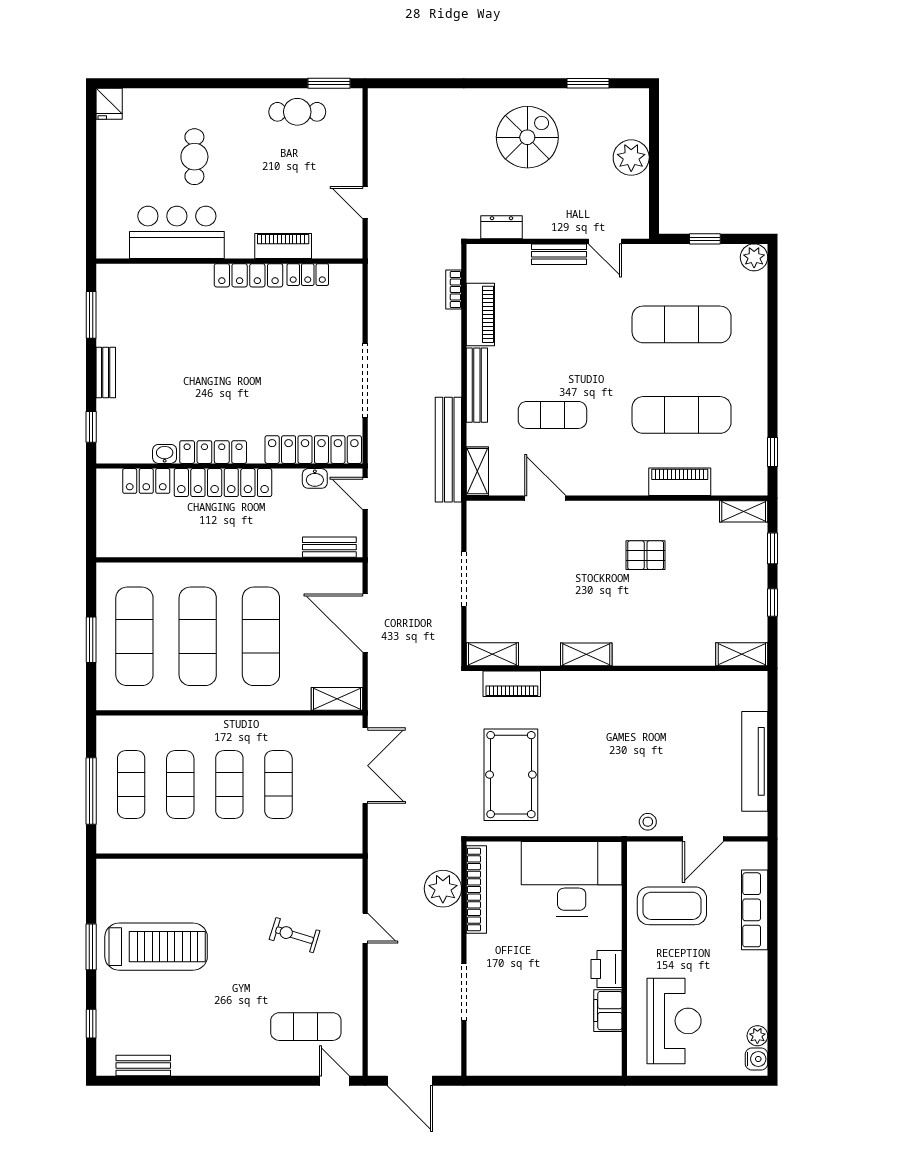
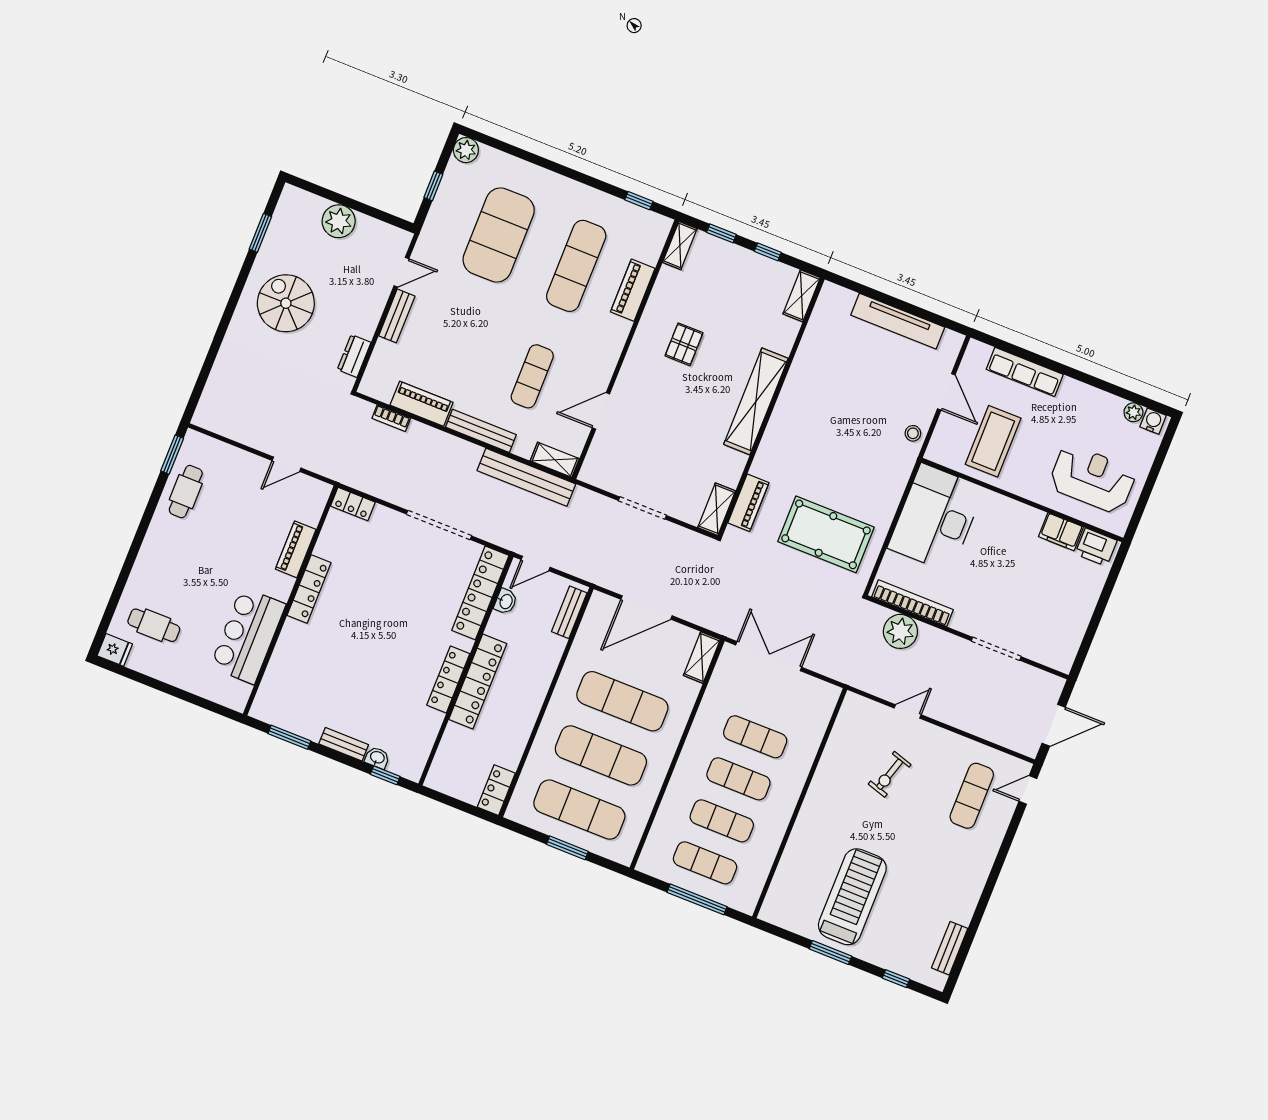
cafe table: (194, 157) -> (154, 625), moved
locker: (308, 275) -> (353, 504), moved, turned 90
exercise mat: (682, 324) -> (499, 235), width x1.47
washbasin: (165, 454) -> (377, 758), moved, turned 90
locker: (146, 481) -> (496, 790), moved, turned 180
shelving: (586, 654) -> (756, 401), width x2.20, depth x1.33
printer: (606, 969) -> (1096, 547), moved

